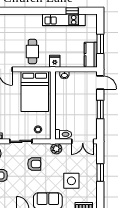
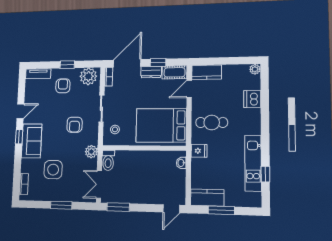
dishwasher: (14, 20) -> (252, 99), added
window: (100, 110) -> (118, 207), moved

